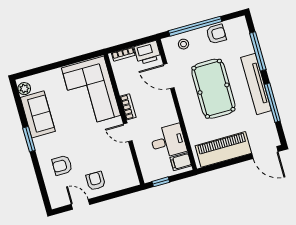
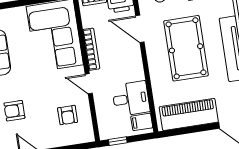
bookcase: (128, 107) -> (91, 49), width x1.56
armchair: (96, 181) -> (68, 115), moved, turned 180

